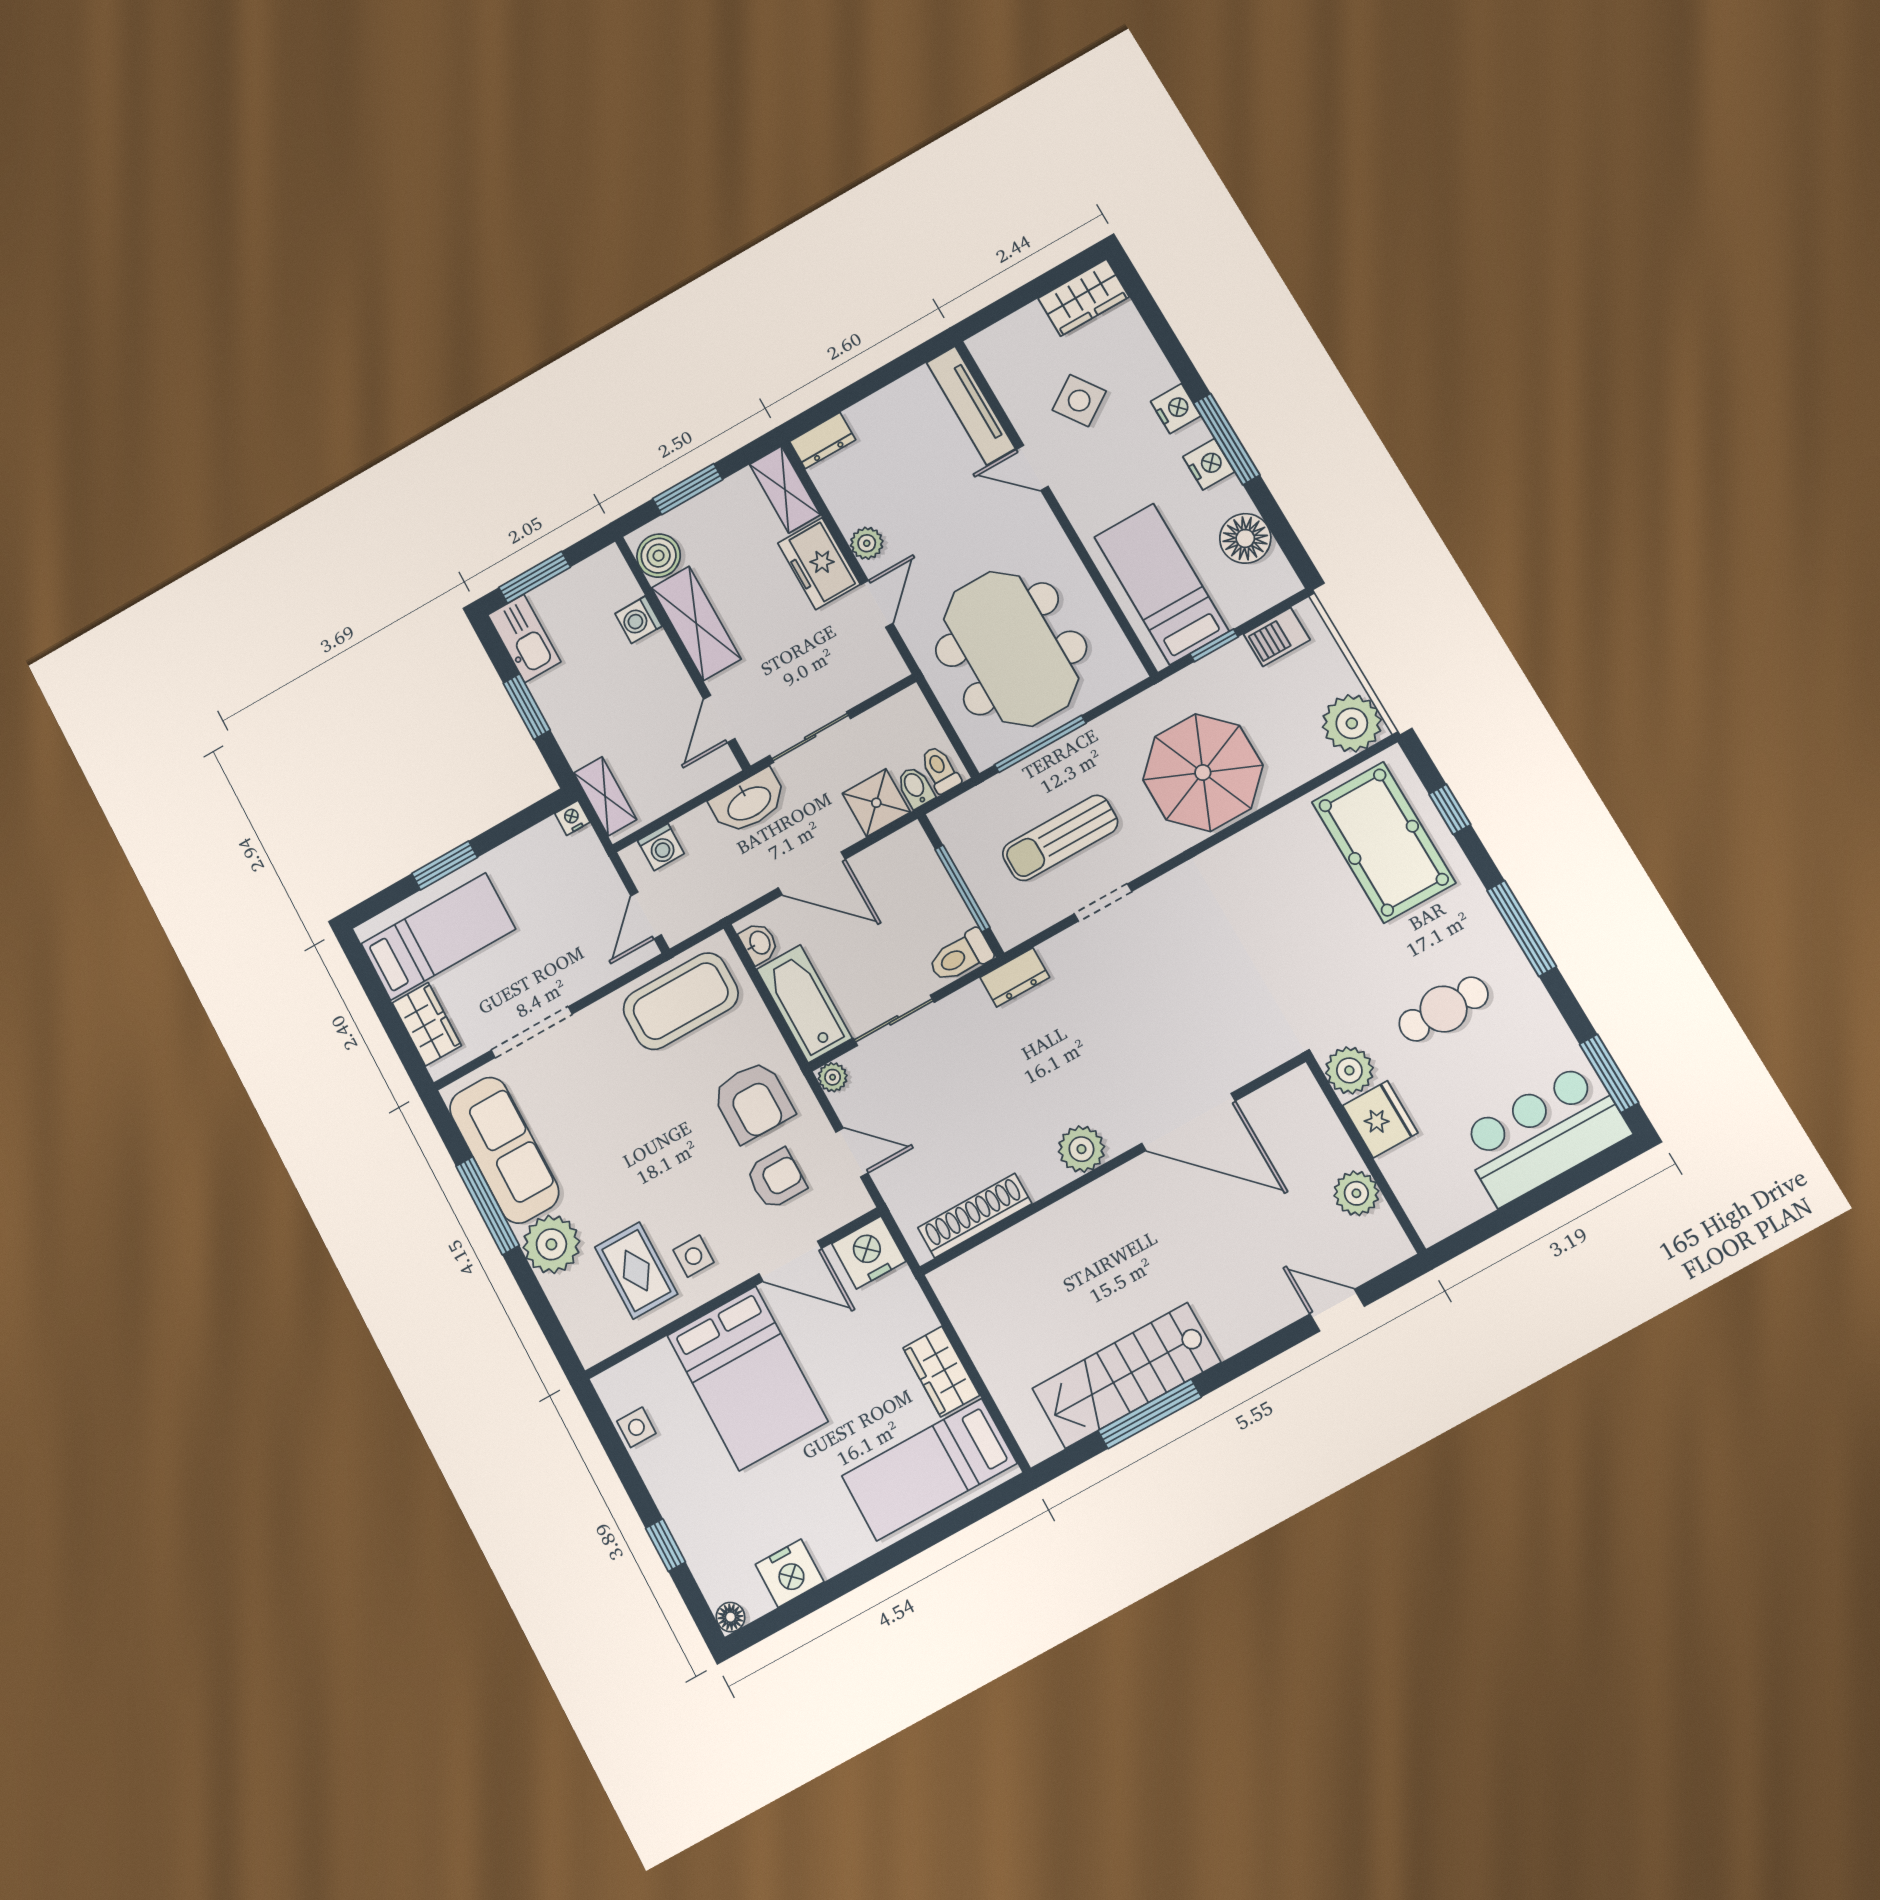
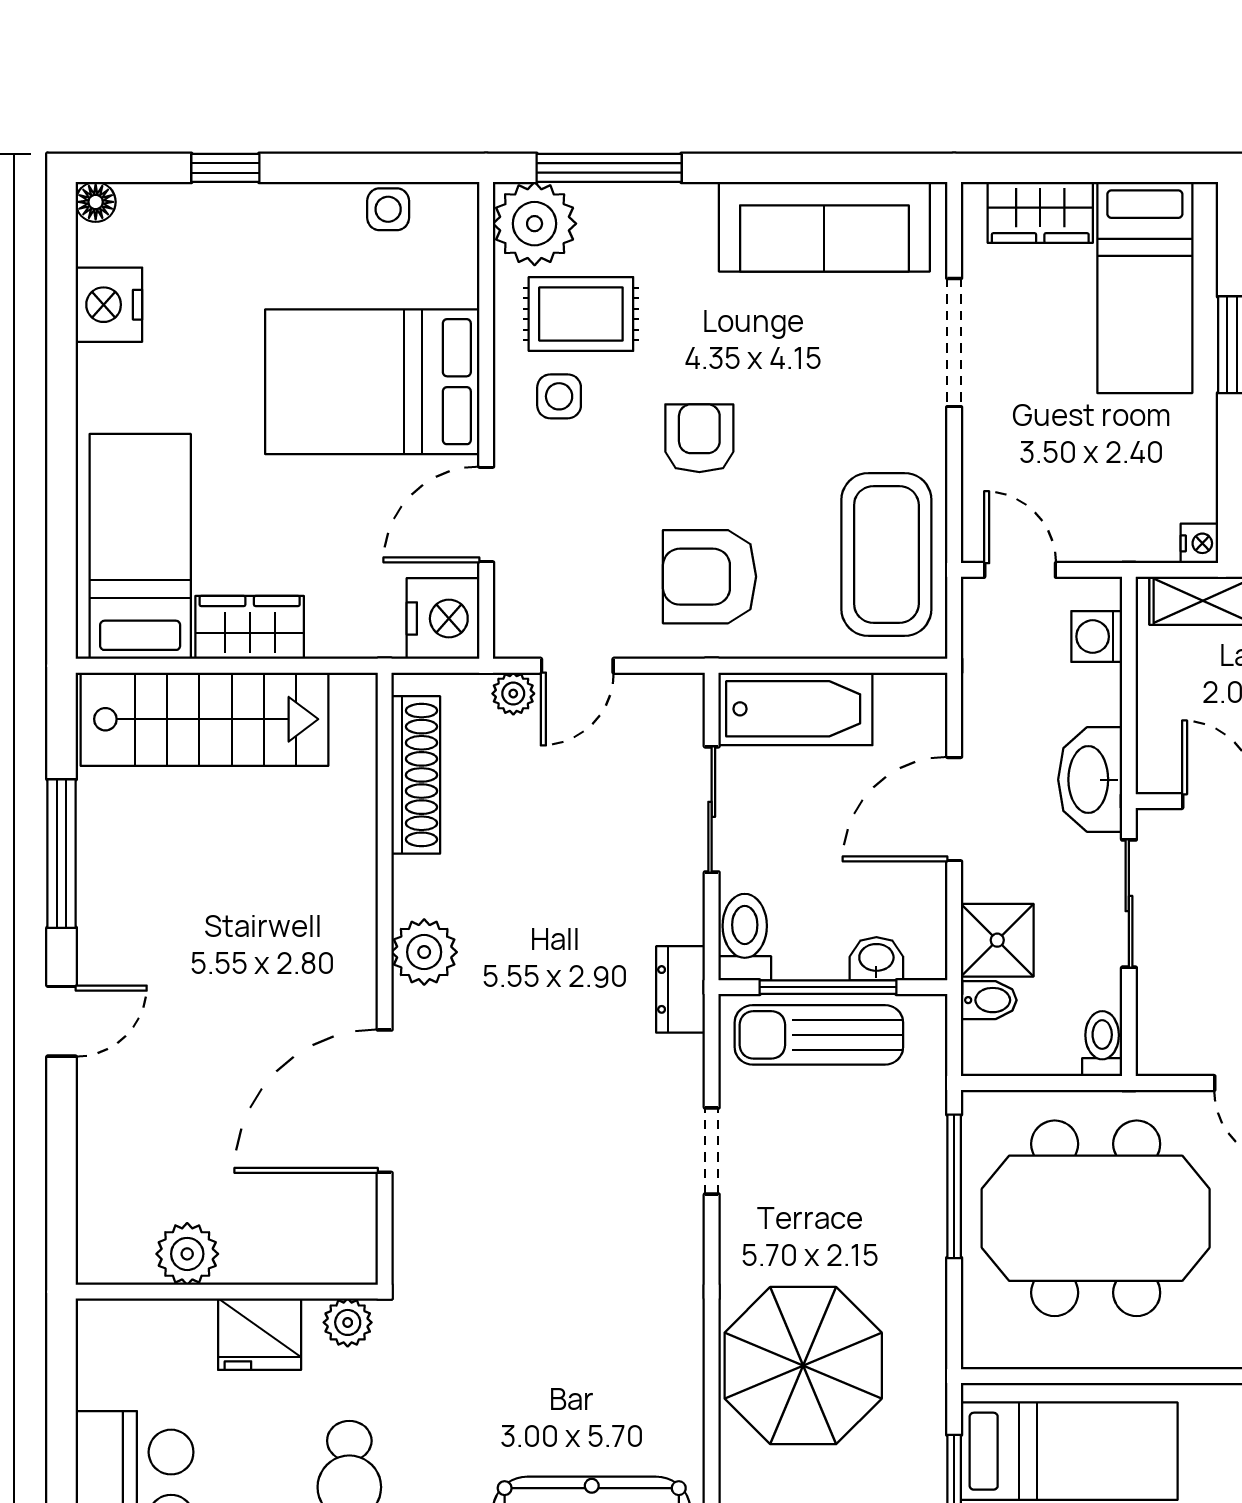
toilet: (940, 770) -> (1102, 1044), moved, turned -90
sun lounger: (1060, 838) -> (819, 1035), moved, turned -90
washbasin: (759, 943) -> (876, 959), moved, turned 180
plant: (1349, 1070) -> (348, 1322), width x0.73, depth x0.73
plant: (833, 1077) -> (513, 694), moved
armchair: (776, 1179) -> (699, 438), moved, turned 180
window: (488, 1206) -> (609, 168), moved
plant: (551, 1244) -> (535, 224), moved
door: (1337, 1310) -> (62, 1021), moved
stairs: (1126, 1375) -> (204, 719), moved, turned 90

